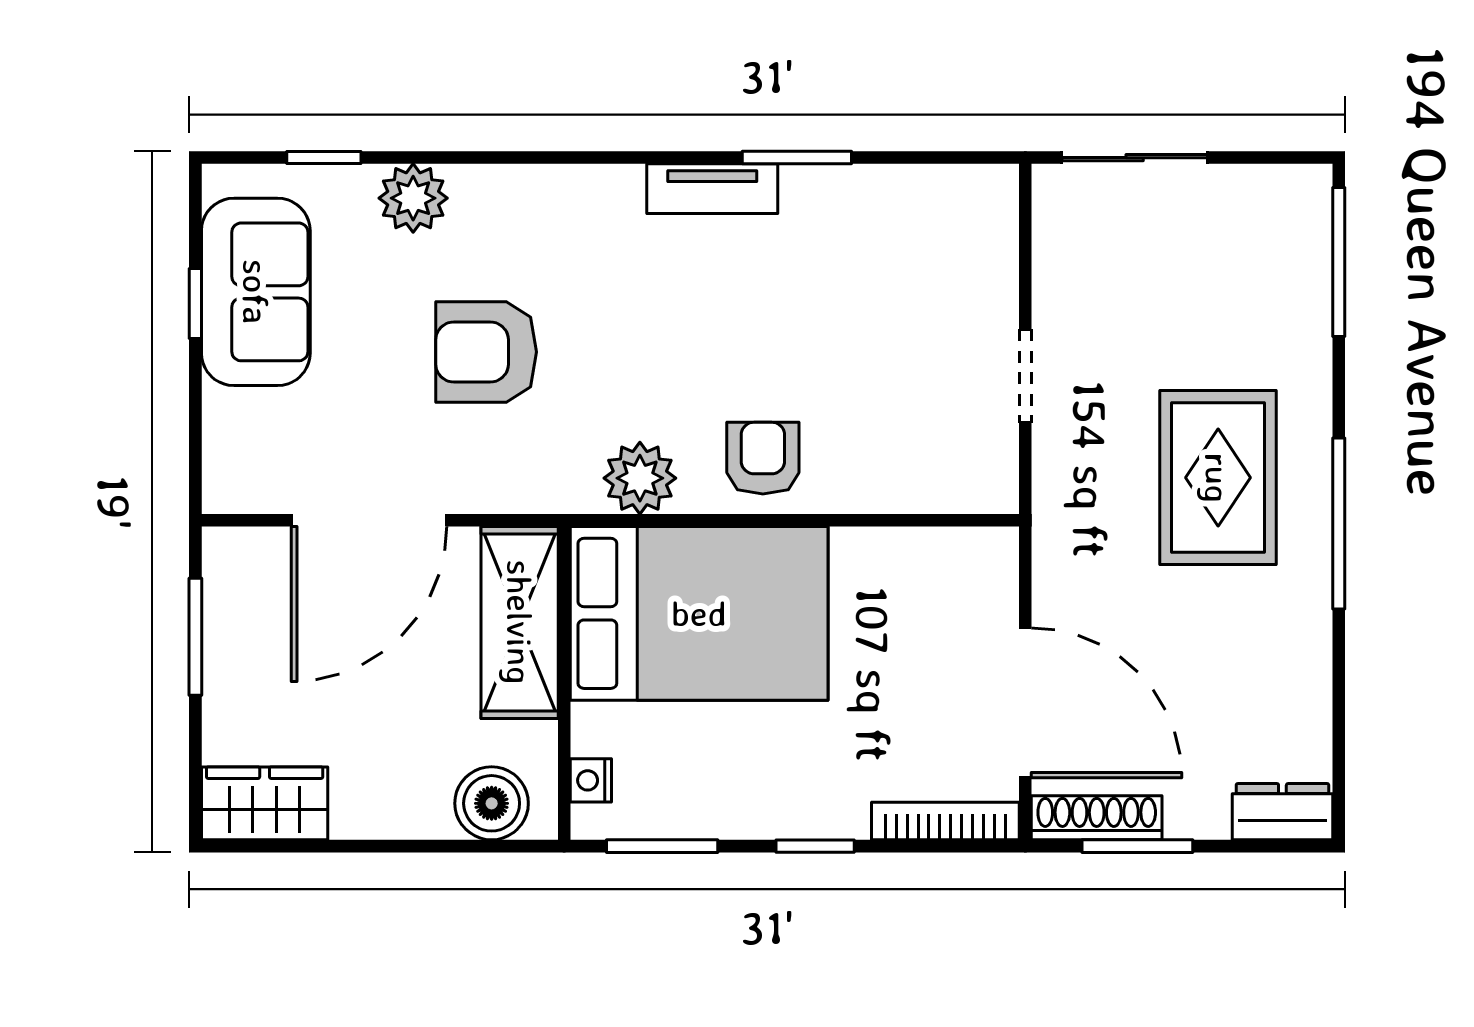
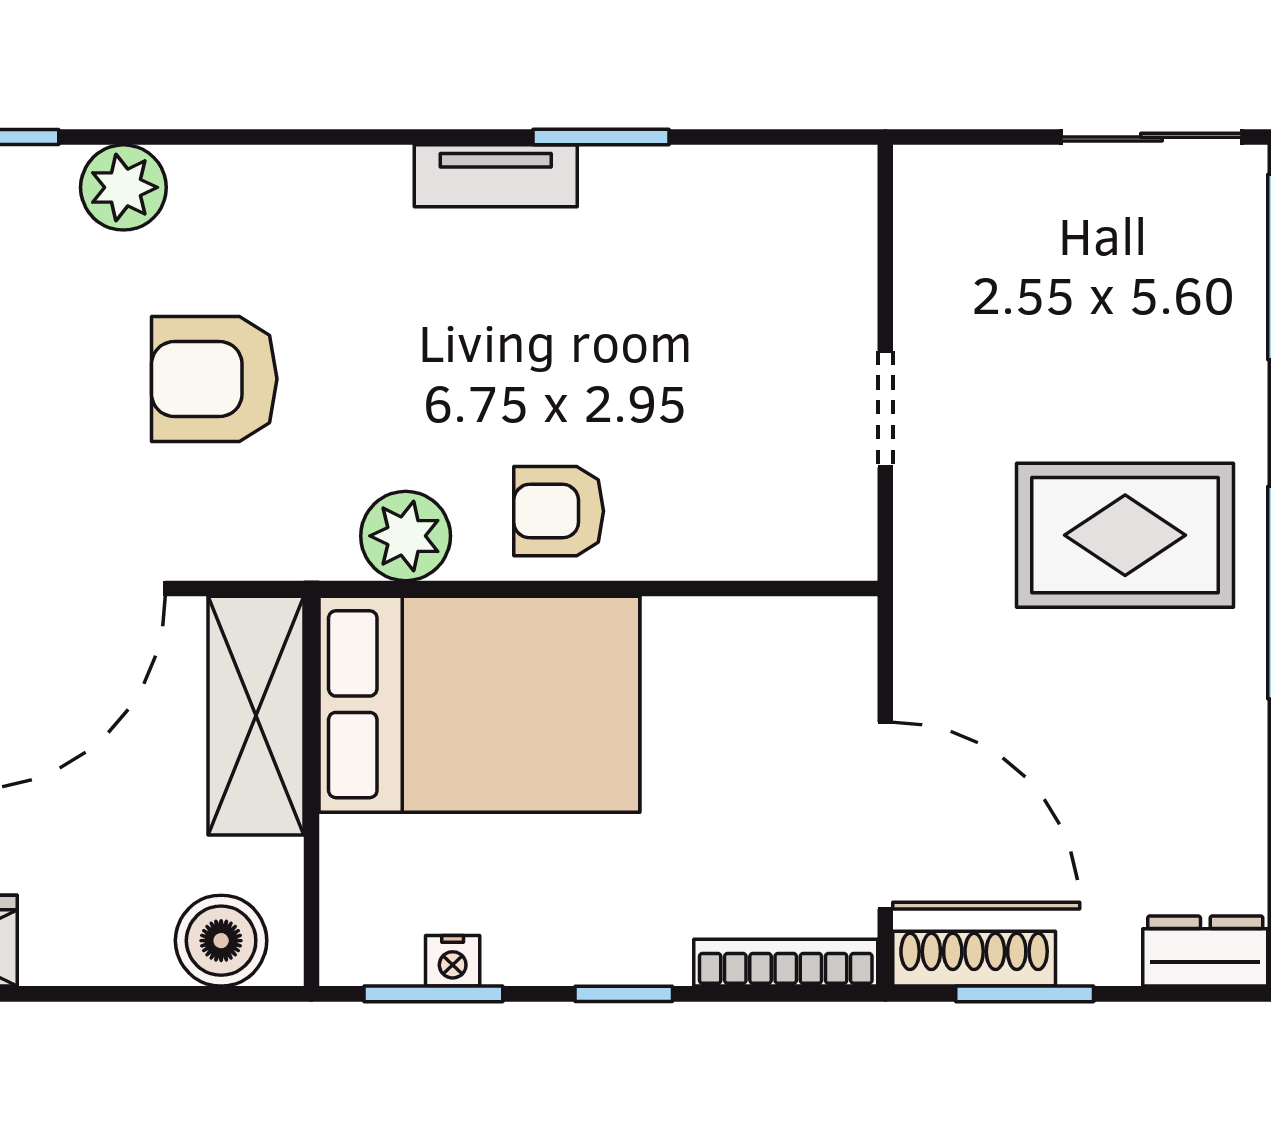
sliding door: (1135, 158) -> (1151, 137), moved
armchair: (763, 458) -> (559, 511), turned -90
rug: (1218, 478) -> (1125, 535), turned 90
nightstand: (591, 780) -> (453, 961), moved, turned -90

